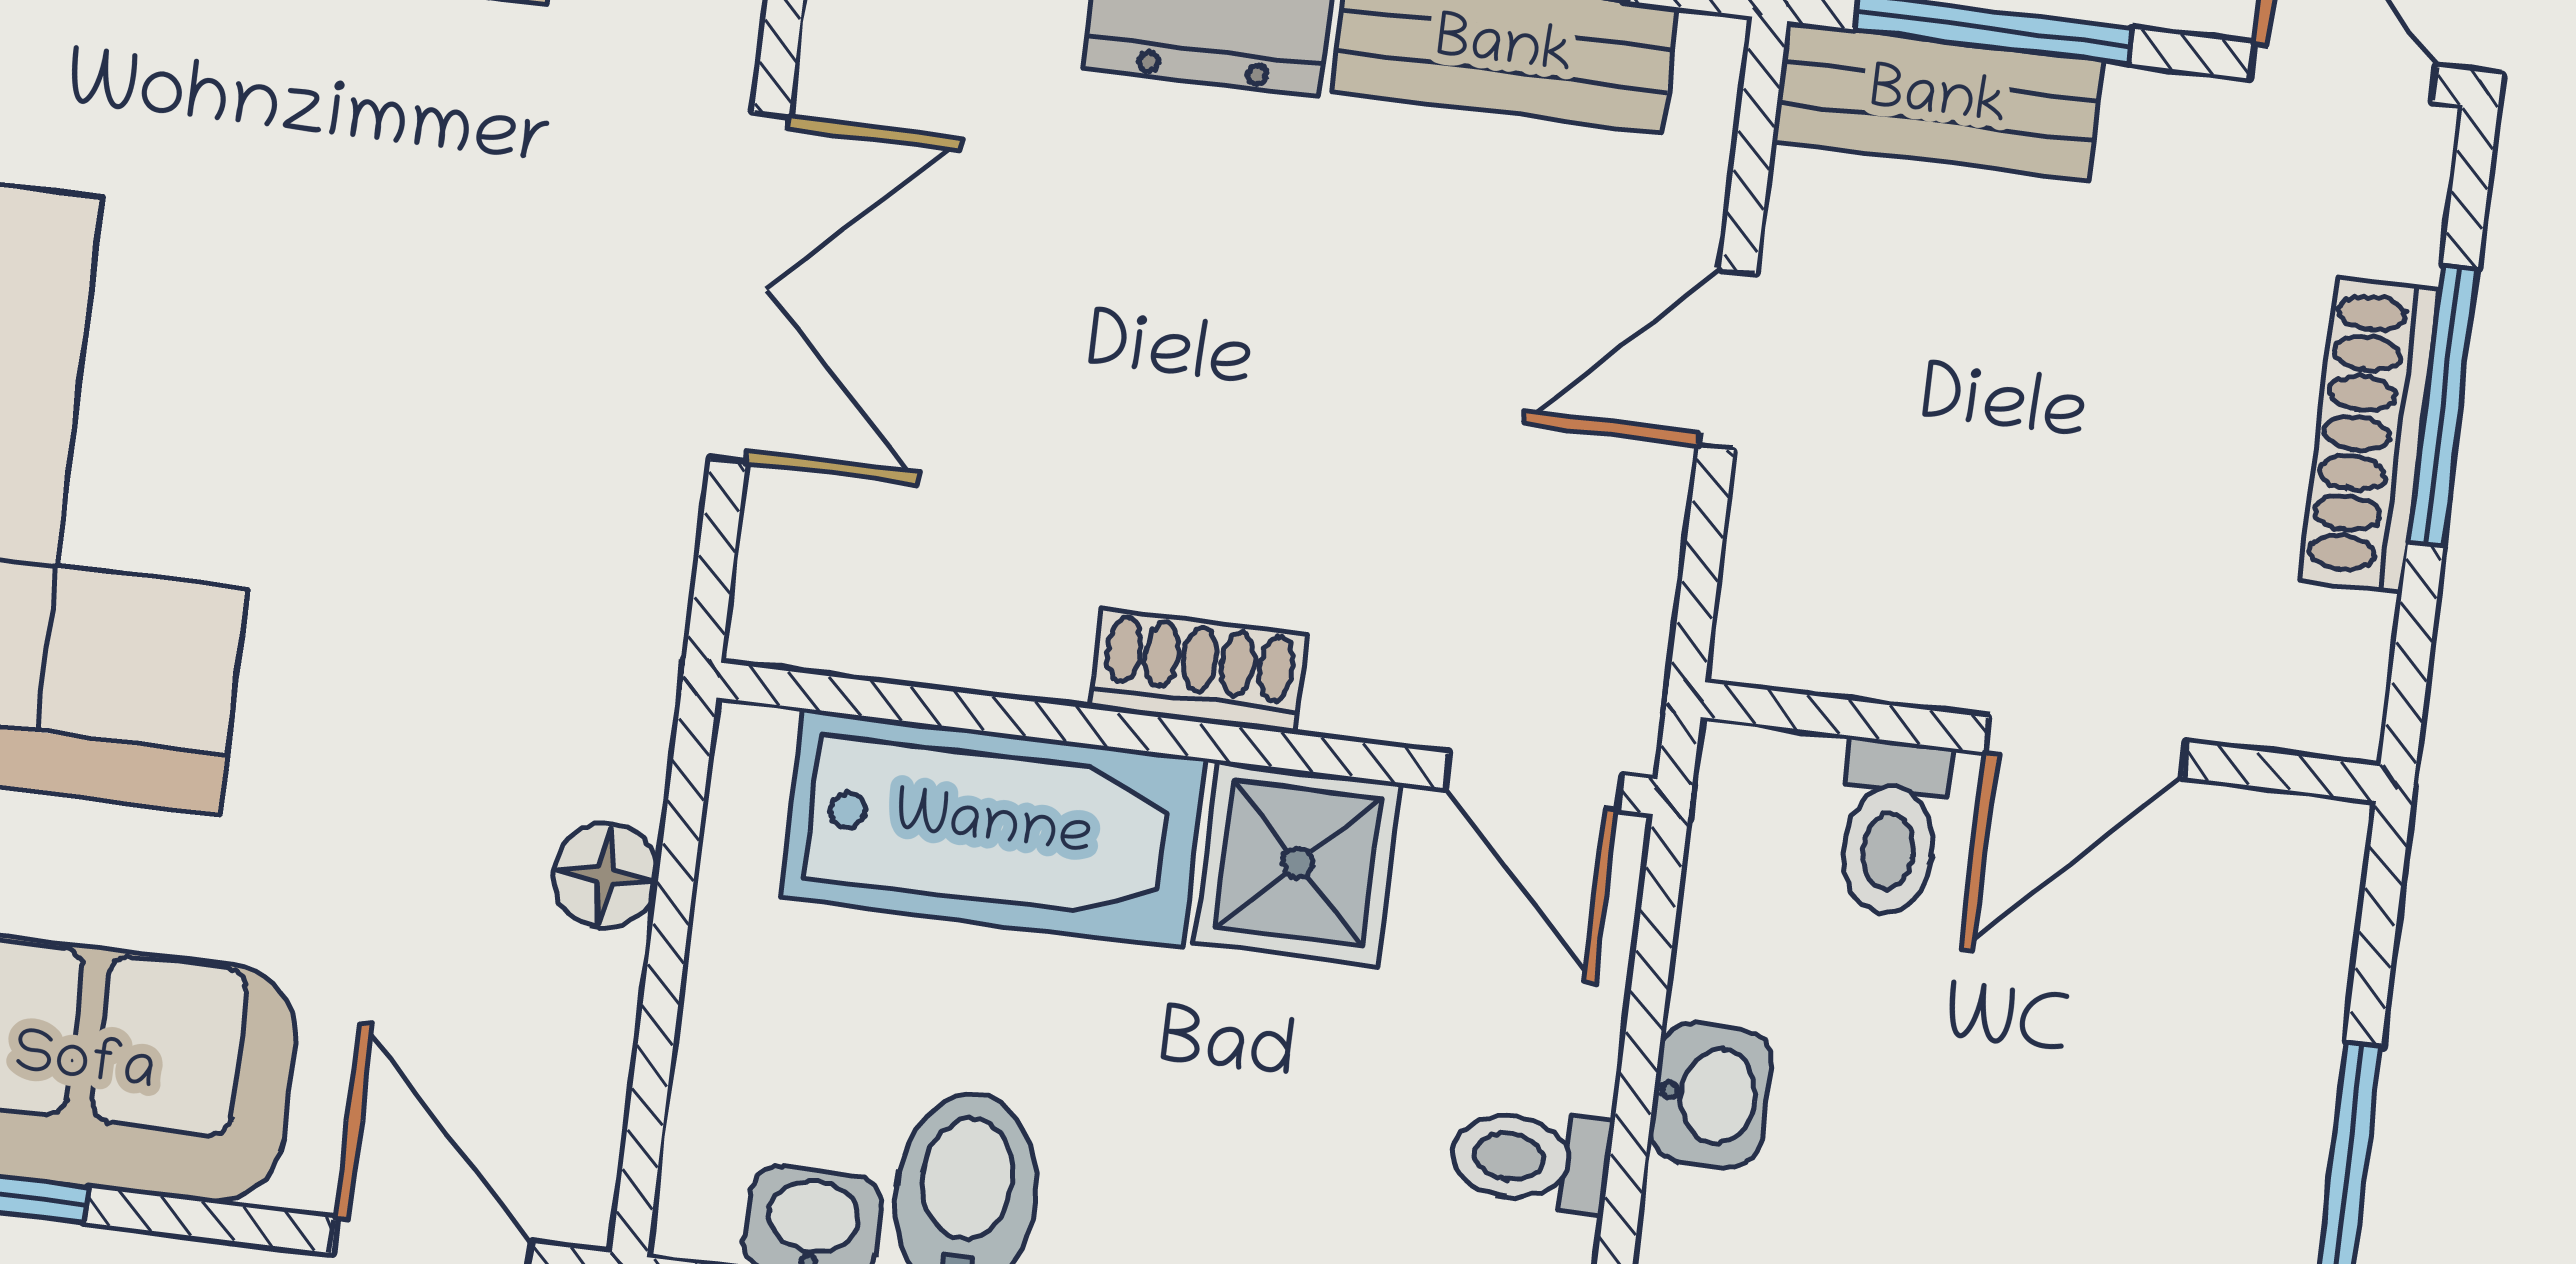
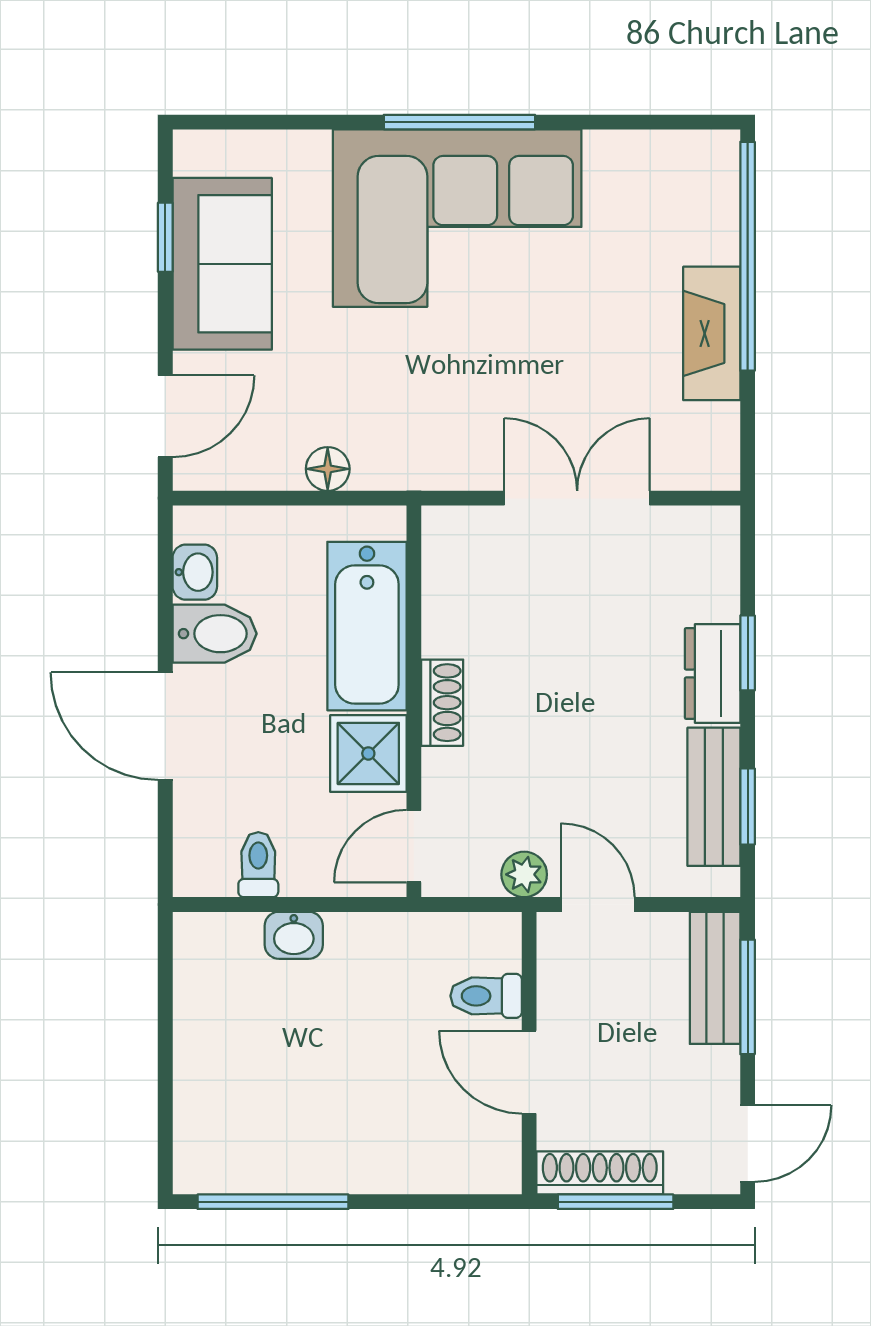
double door: (750, 288) -> (577, 498), swing flipped
plant: (1634, 526) -> (524, 874), added
wall: (2040, 742) -> (529, 1053), moved
door: (2086, 747) -> (529, 1072), moved
toilet: (1891, 828) -> (486, 996), moved

